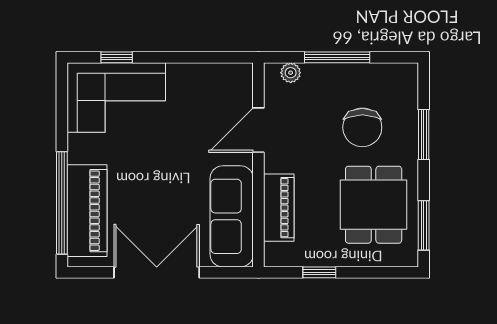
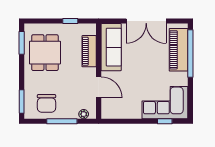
chair: (362, 127) -> (46, 103), moved, turned 180
door: (258, 130) -> (99, 87), hinge flipped
window: (424, 134) -> (22, 101), moved

